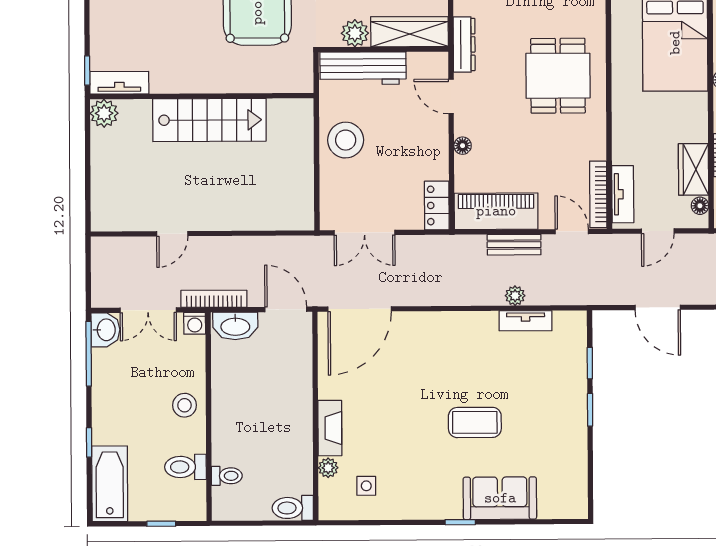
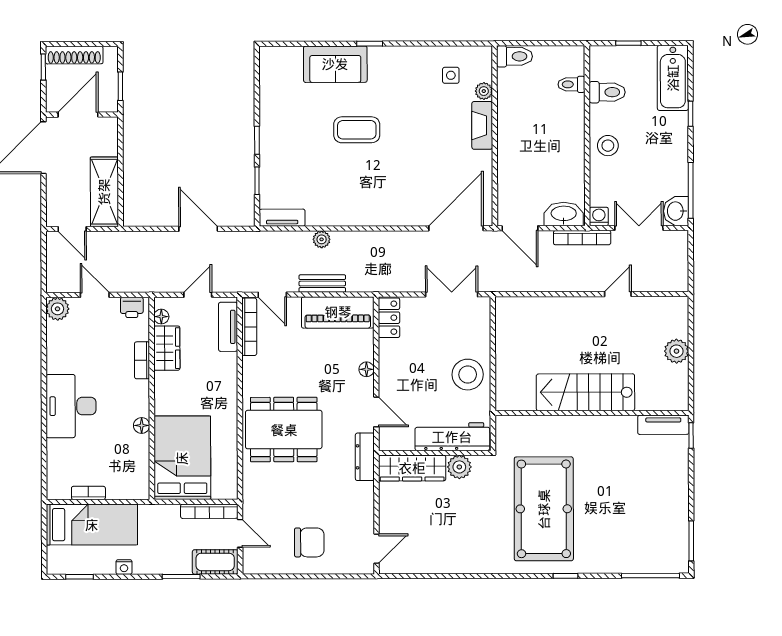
dining table: (558, 76) -> (284, 430), width x1.38
plant: (104, 113) -> (676, 351), moved
tv unit: (526, 321) -> (282, 218), moved

